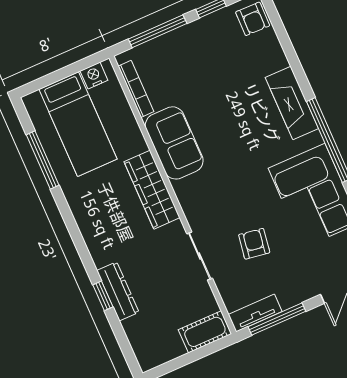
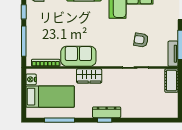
wardrobe: (152, 190) -> (89, 76), width x0.67
dresser: (118, 291) -> (107, 112), moved
window: (103, 296) -> (105, 120), moved

